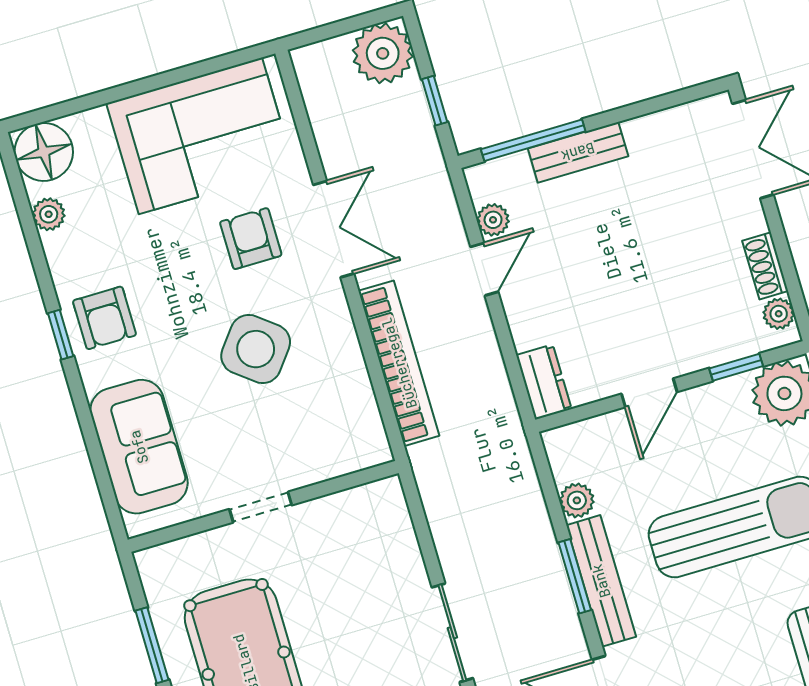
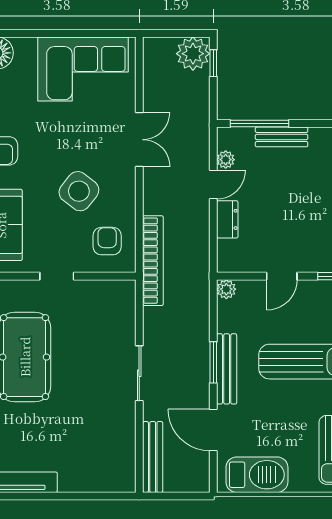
window: (435, 101) -> (213, 63), moved
armchair: (251, 239) -> (107, 241), moved
bookcase: (399, 363) -> (153, 261), moved
dresser: (544, 382) -> (227, 219), moved
plant: (577, 500) -> (226, 289), moved

